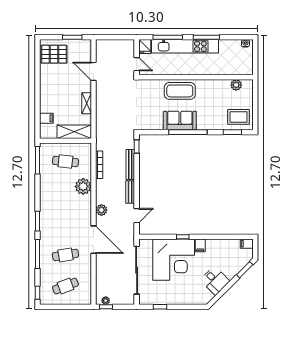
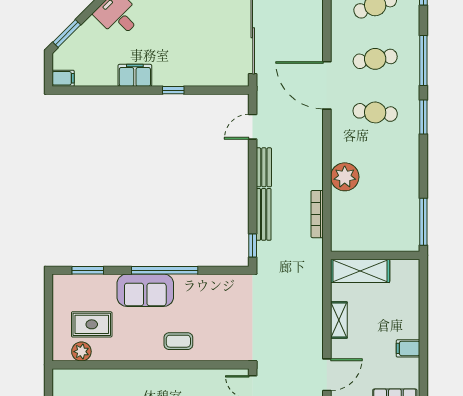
door: (94, 71) -> (327, 375), hinge flipped
coffee table: (180, 91) -> (178, 341), width x0.54, depth x0.58
rug: (239, 117) -> (92, 324), moved
filing cabinet: (46, 118) -> (408, 348), moved
sofa: (180, 121) -> (145, 290), moved
cafe table: (65, 162) -> (375, 112), moved
plant: (101, 210) -> (313, 136), removed
filing cabinet: (200, 245) -> (135, 75), width x2.00
corner desk: (174, 260) -> (189, 51), removed

